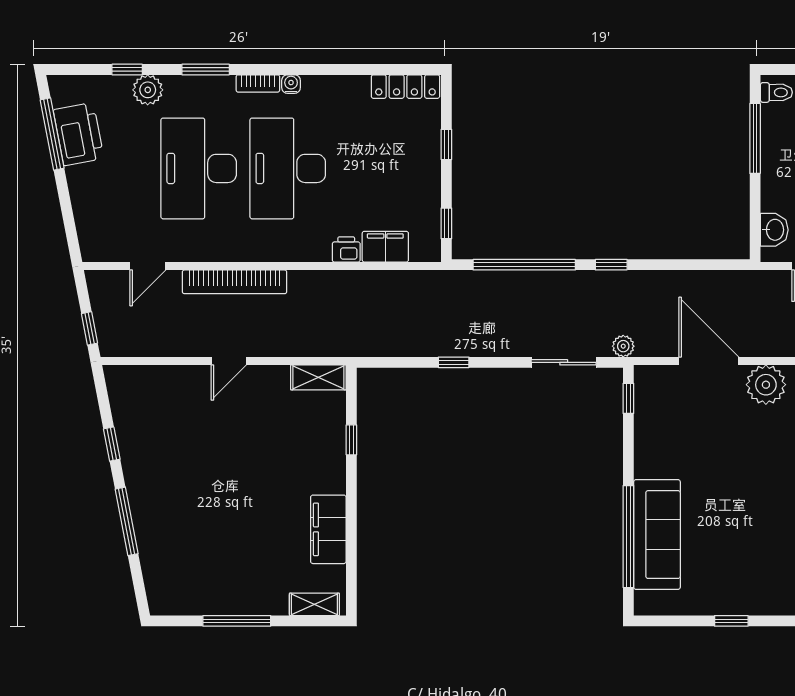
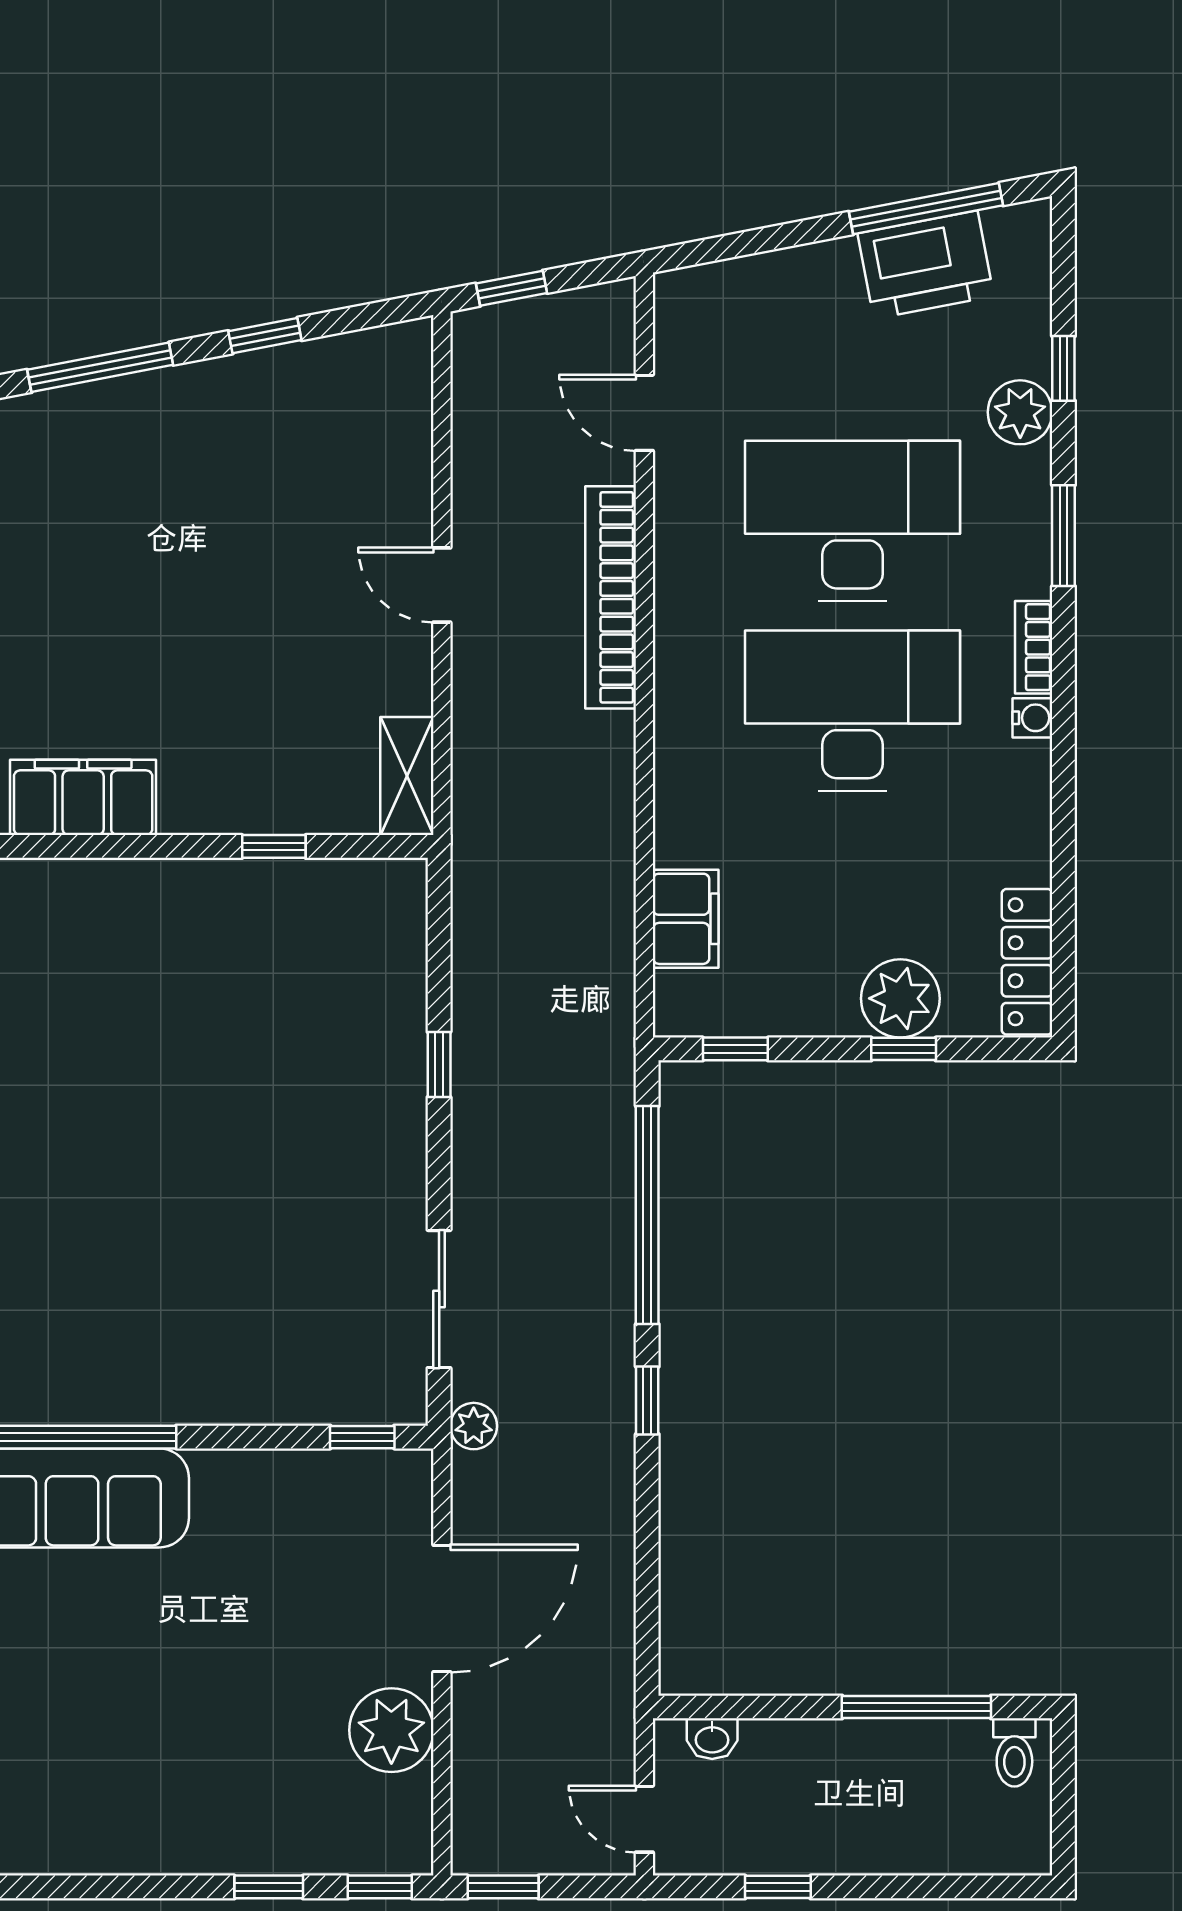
plant: (423, 146) -> (900, 998), added
washbasin: (774, 230) -> (712, 1739), width x0.72, depth x0.69
printer: (346, 249) -> (680, 836), removed

